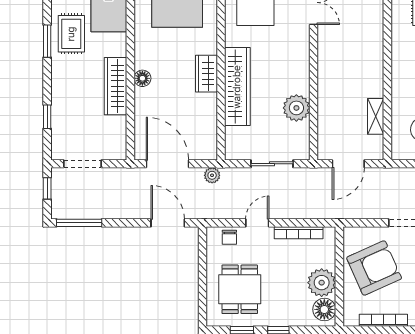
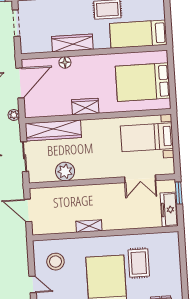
floor lamp: (142, 78) -> (65, 62), moved
wardrobe: (237, 87) -> (53, 130), moved
shelving: (376, 116) -> (89, 226), moved

